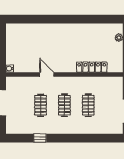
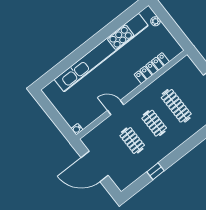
kitchen unit: (66, 30) -> (101, 53), added
clothes rail: (88, 105) -> (176, 106), width x1.36

